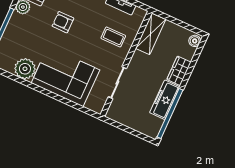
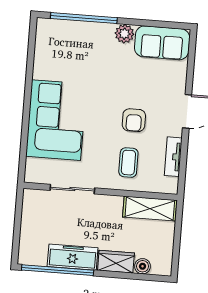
armchair: (63, 22) -> (134, 120), moved, turned 180
boiler: (195, 41) -> (143, 266), moved
plant: (25, 69) -> (47, 65), removed

